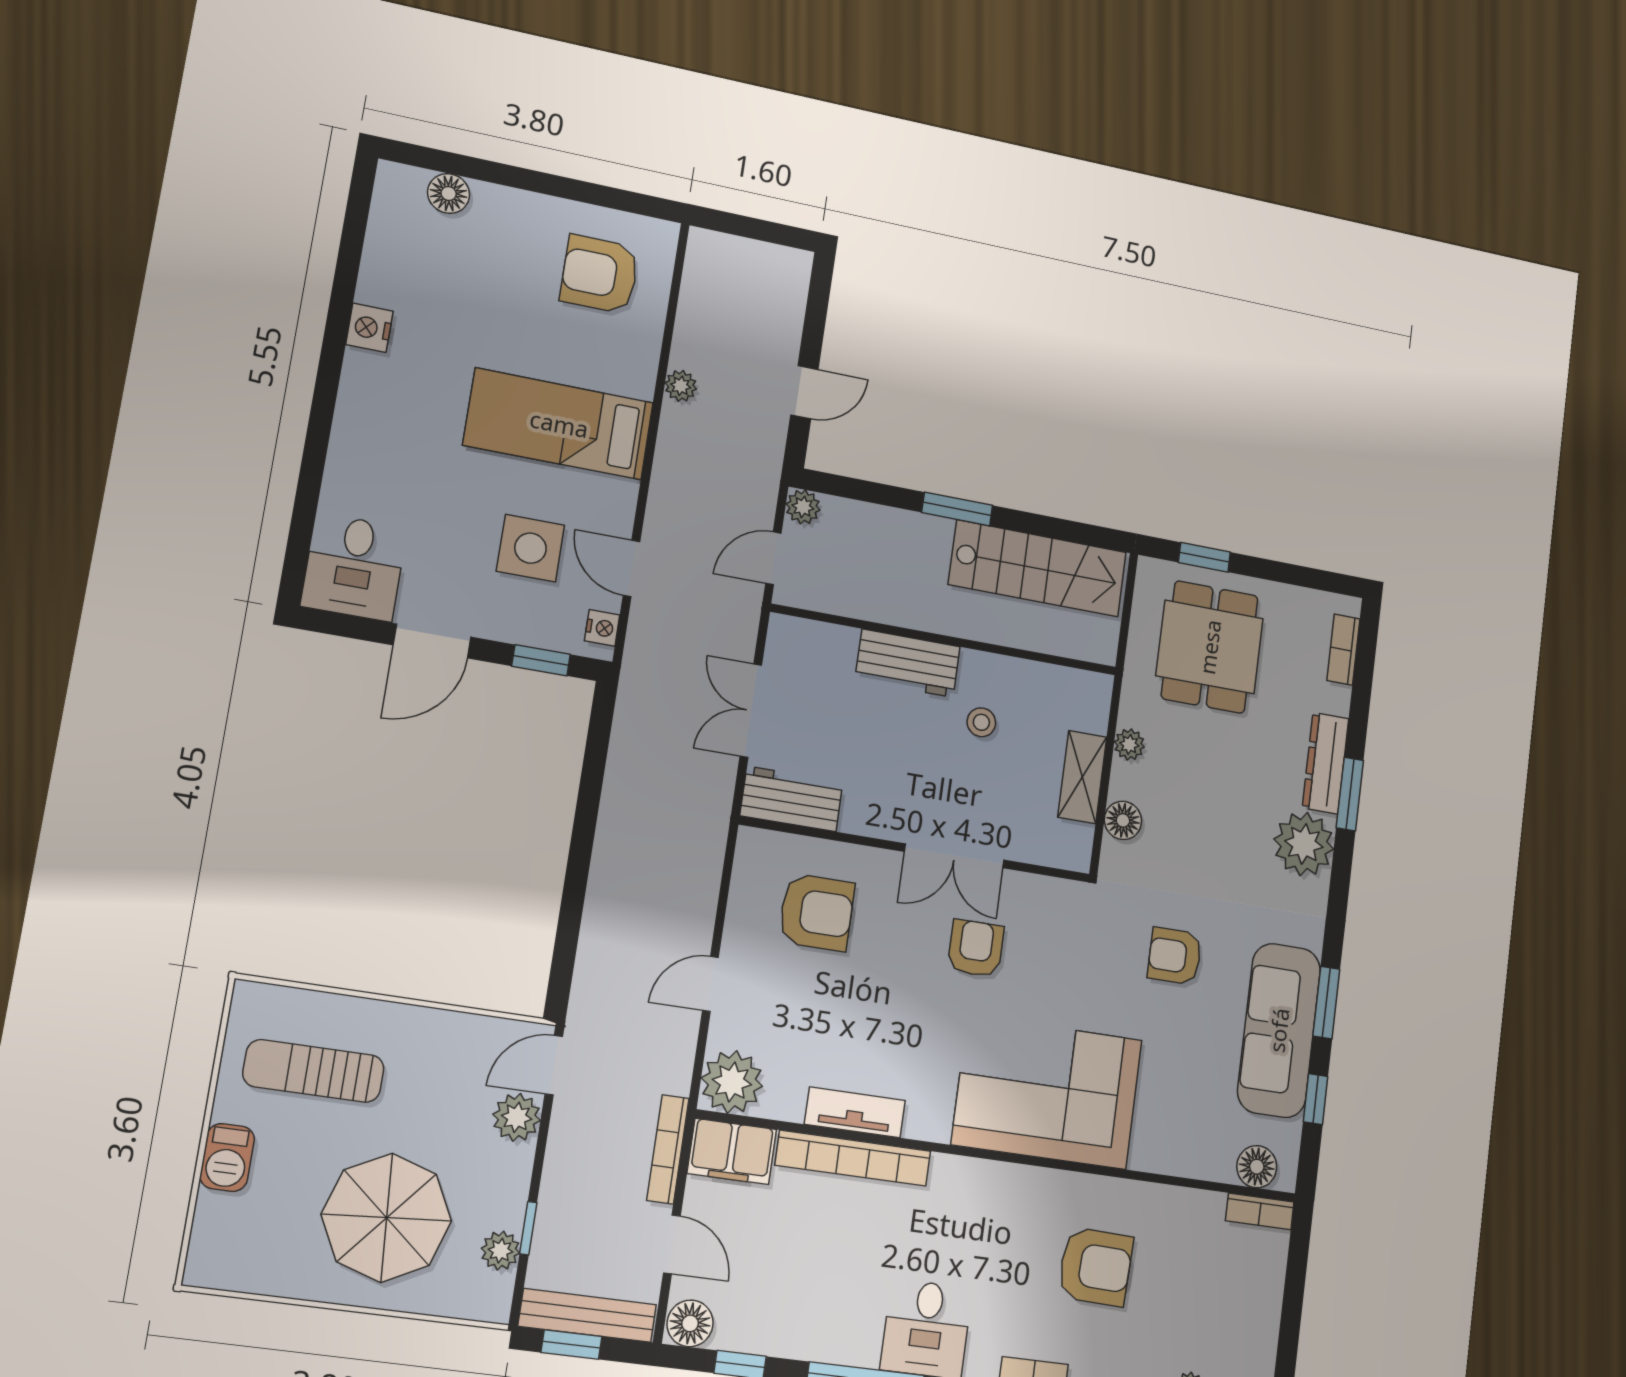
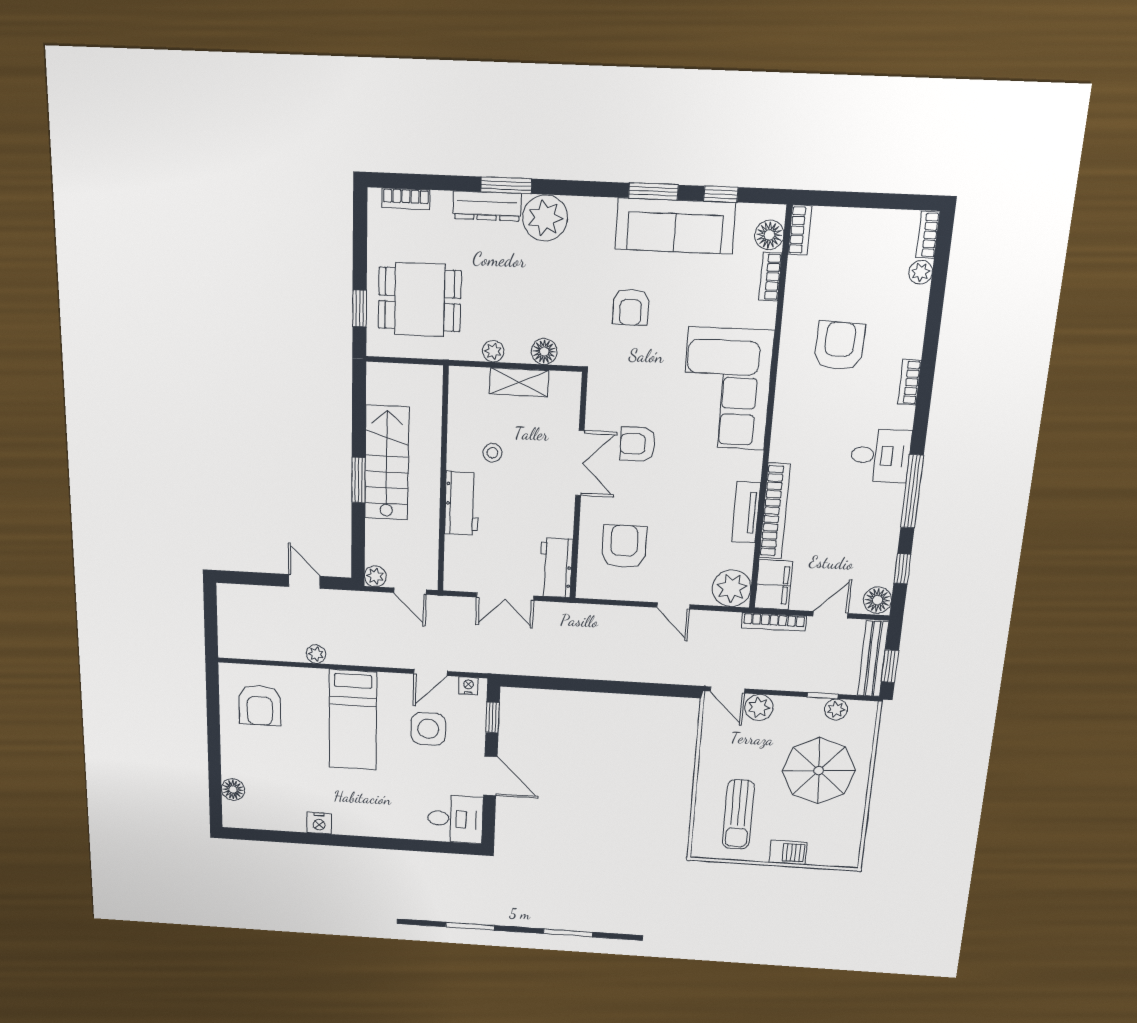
stairs: (1038, 568) -> (387, 463), moved
bookcase: (1200, 1166) -> (770, 277), added

